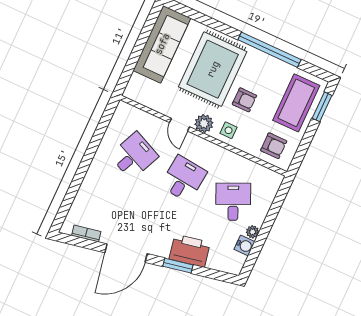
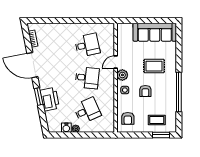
rug: (213, 69) -> (154, 66), width x0.54, depth x0.49
coffee table: (296, 103) -> (157, 120), width x0.54, depth x0.58
desk: (134, 156) -> (87, 45), turned -36

